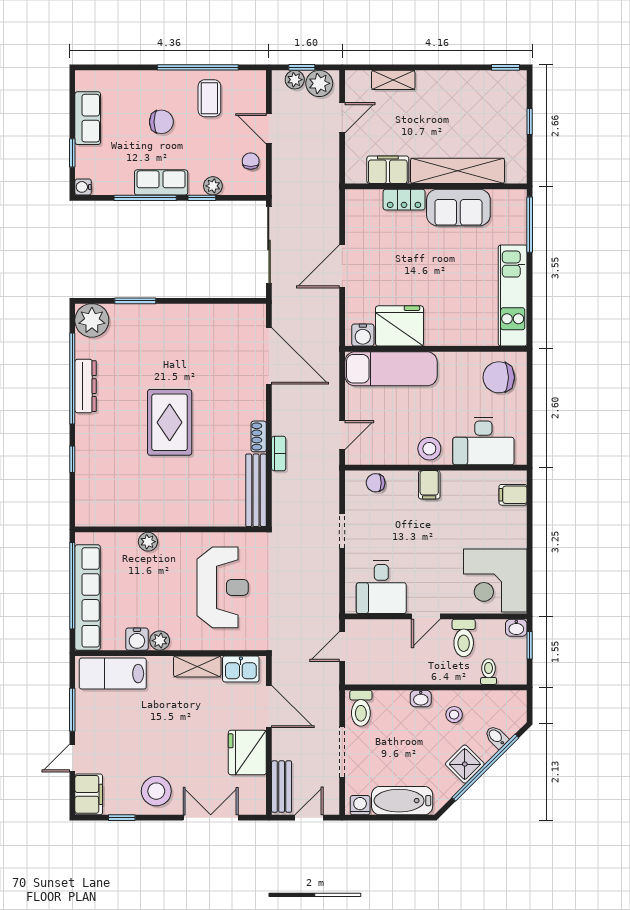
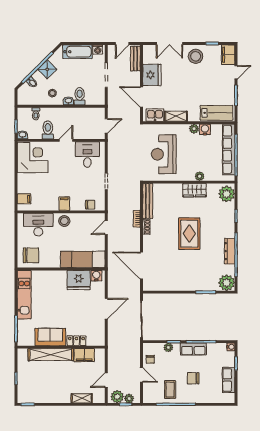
plant: (92, 505) -> (227, 194), added
wardrobe: (159, 513) -> (195, 190), added
toilet: (361, 708) -> (80, 96), moved

